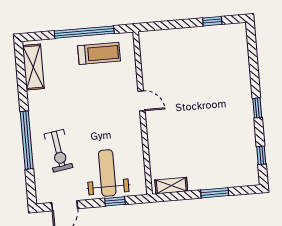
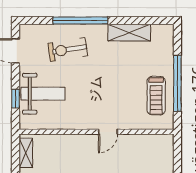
shelving: (33, 67) -> (129, 33), moved

